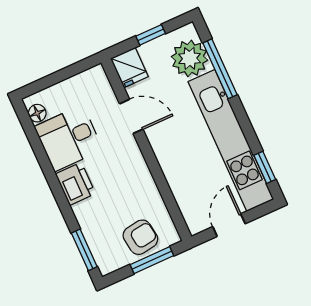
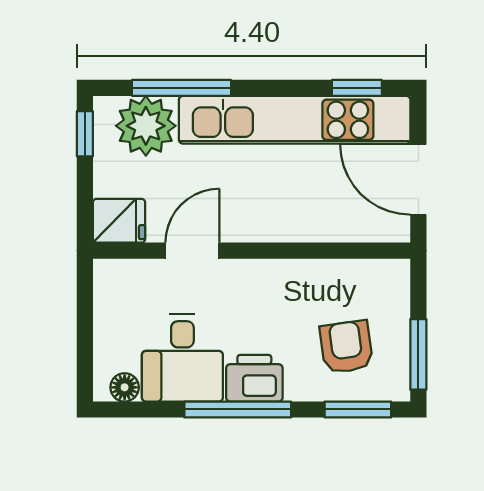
window: (151, 35) -> (85, 134), moved
window: (54, 182) -> (238, 409), added
door: (229, 225) -> (418, 179), width x1.38
armchair: (140, 237) -> (346, 347), moved
window: (152, 260) -> (418, 354), moved

